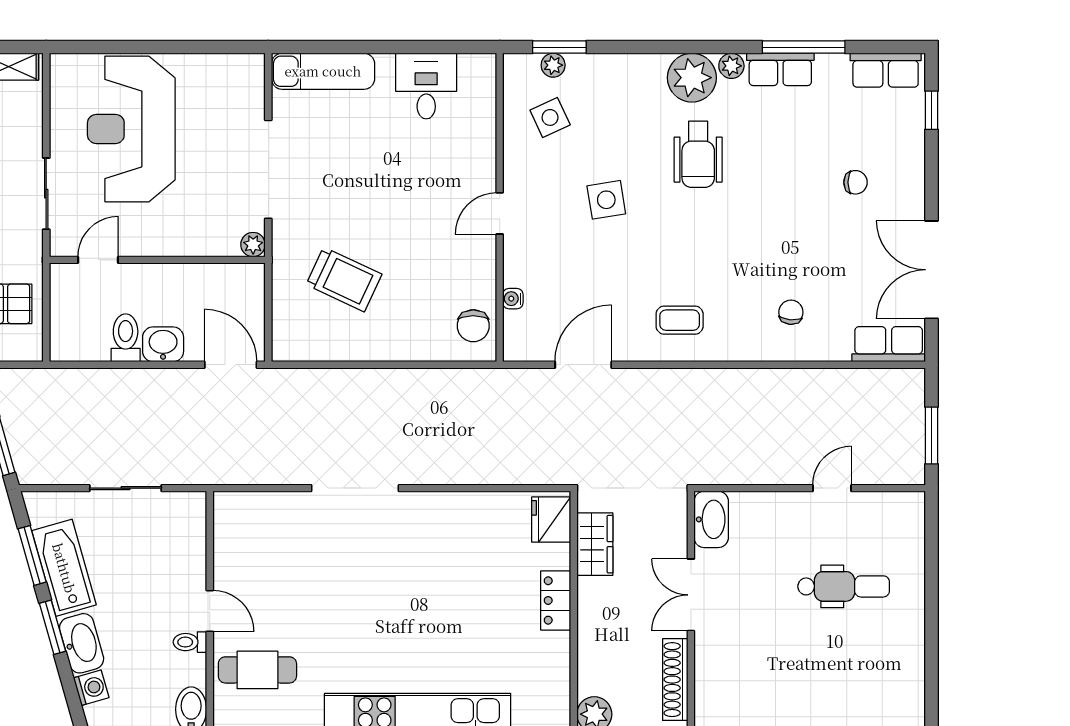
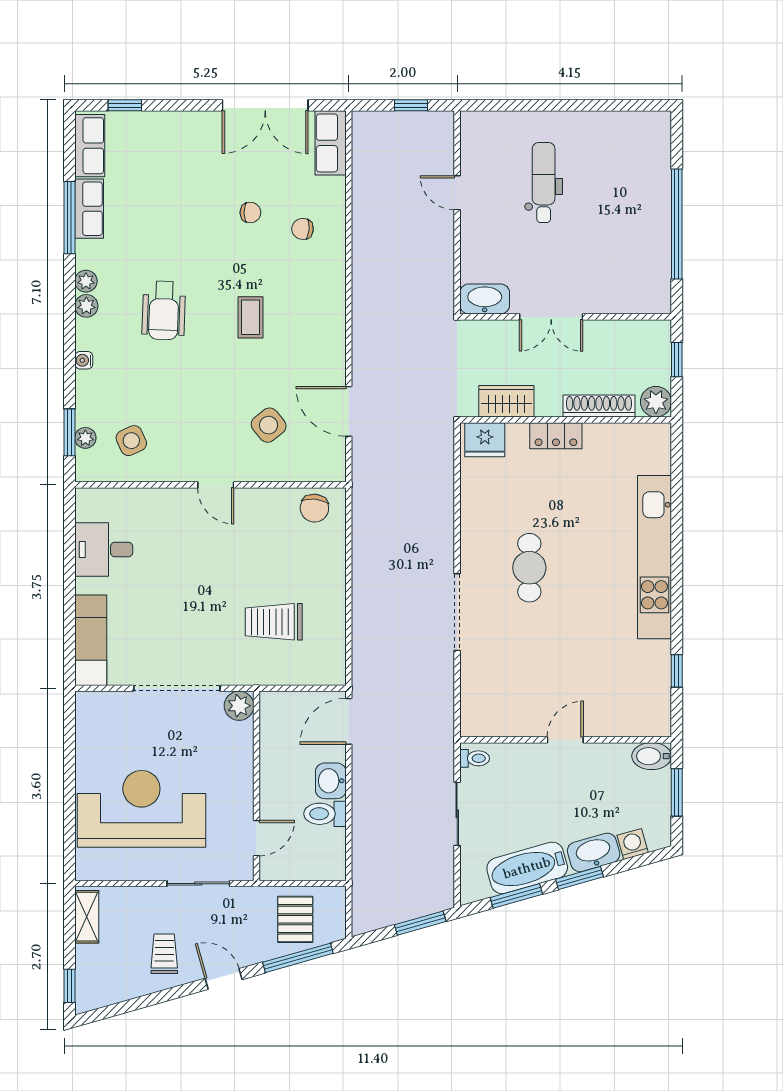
row of seats: (780, 69) -> (89, 209), moved
plant: (692, 78) -> (86, 306), width x0.53, depth x0.53
reception desk: (131, 129) -> (141, 809), turned 180
wheelchair: (698, 154) -> (164, 310), turned 92
chair: (855, 182) -> (250, 213), moved, turned 90
side table: (606, 200) -> (269, 425), moved, turned -30
plant: (253, 245) -> (239, 706), width x1.38, depth x1.38
door: (98, 260) -> (257, 838), swing flipped
trolley: (344, 279) -> (274, 622), turned -115
water cooler: (513, 299) -> (84, 360), moved, turned 90
coffee table: (680, 320) -> (251, 317), moved
chair: (473, 326) -> (314, 508), turned 96
window: (931, 436) -> (411, 105), width x0.67
toilet: (190, 642) -> (475, 758), moved, turned -90
cafe table: (257, 670) -> (529, 568), moved
shoe rack: (675, 680) -> (599, 406), moved, turned 180

